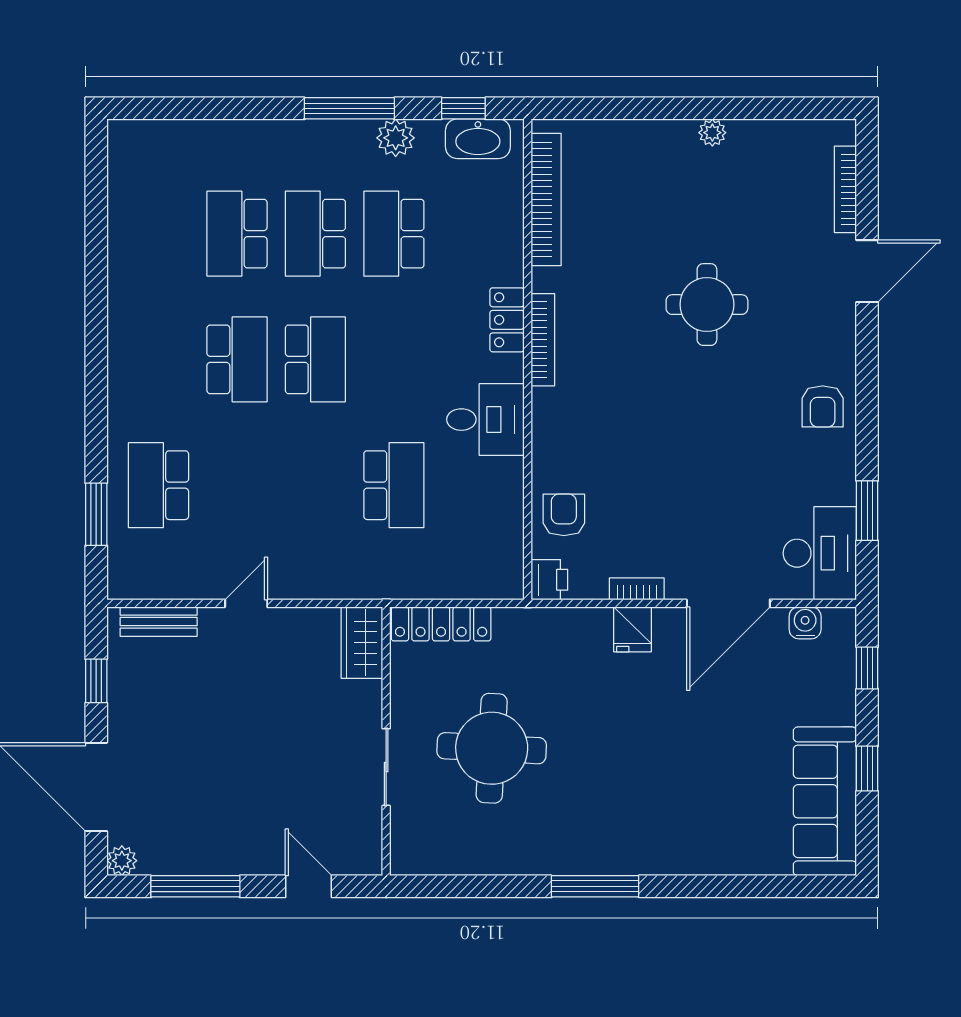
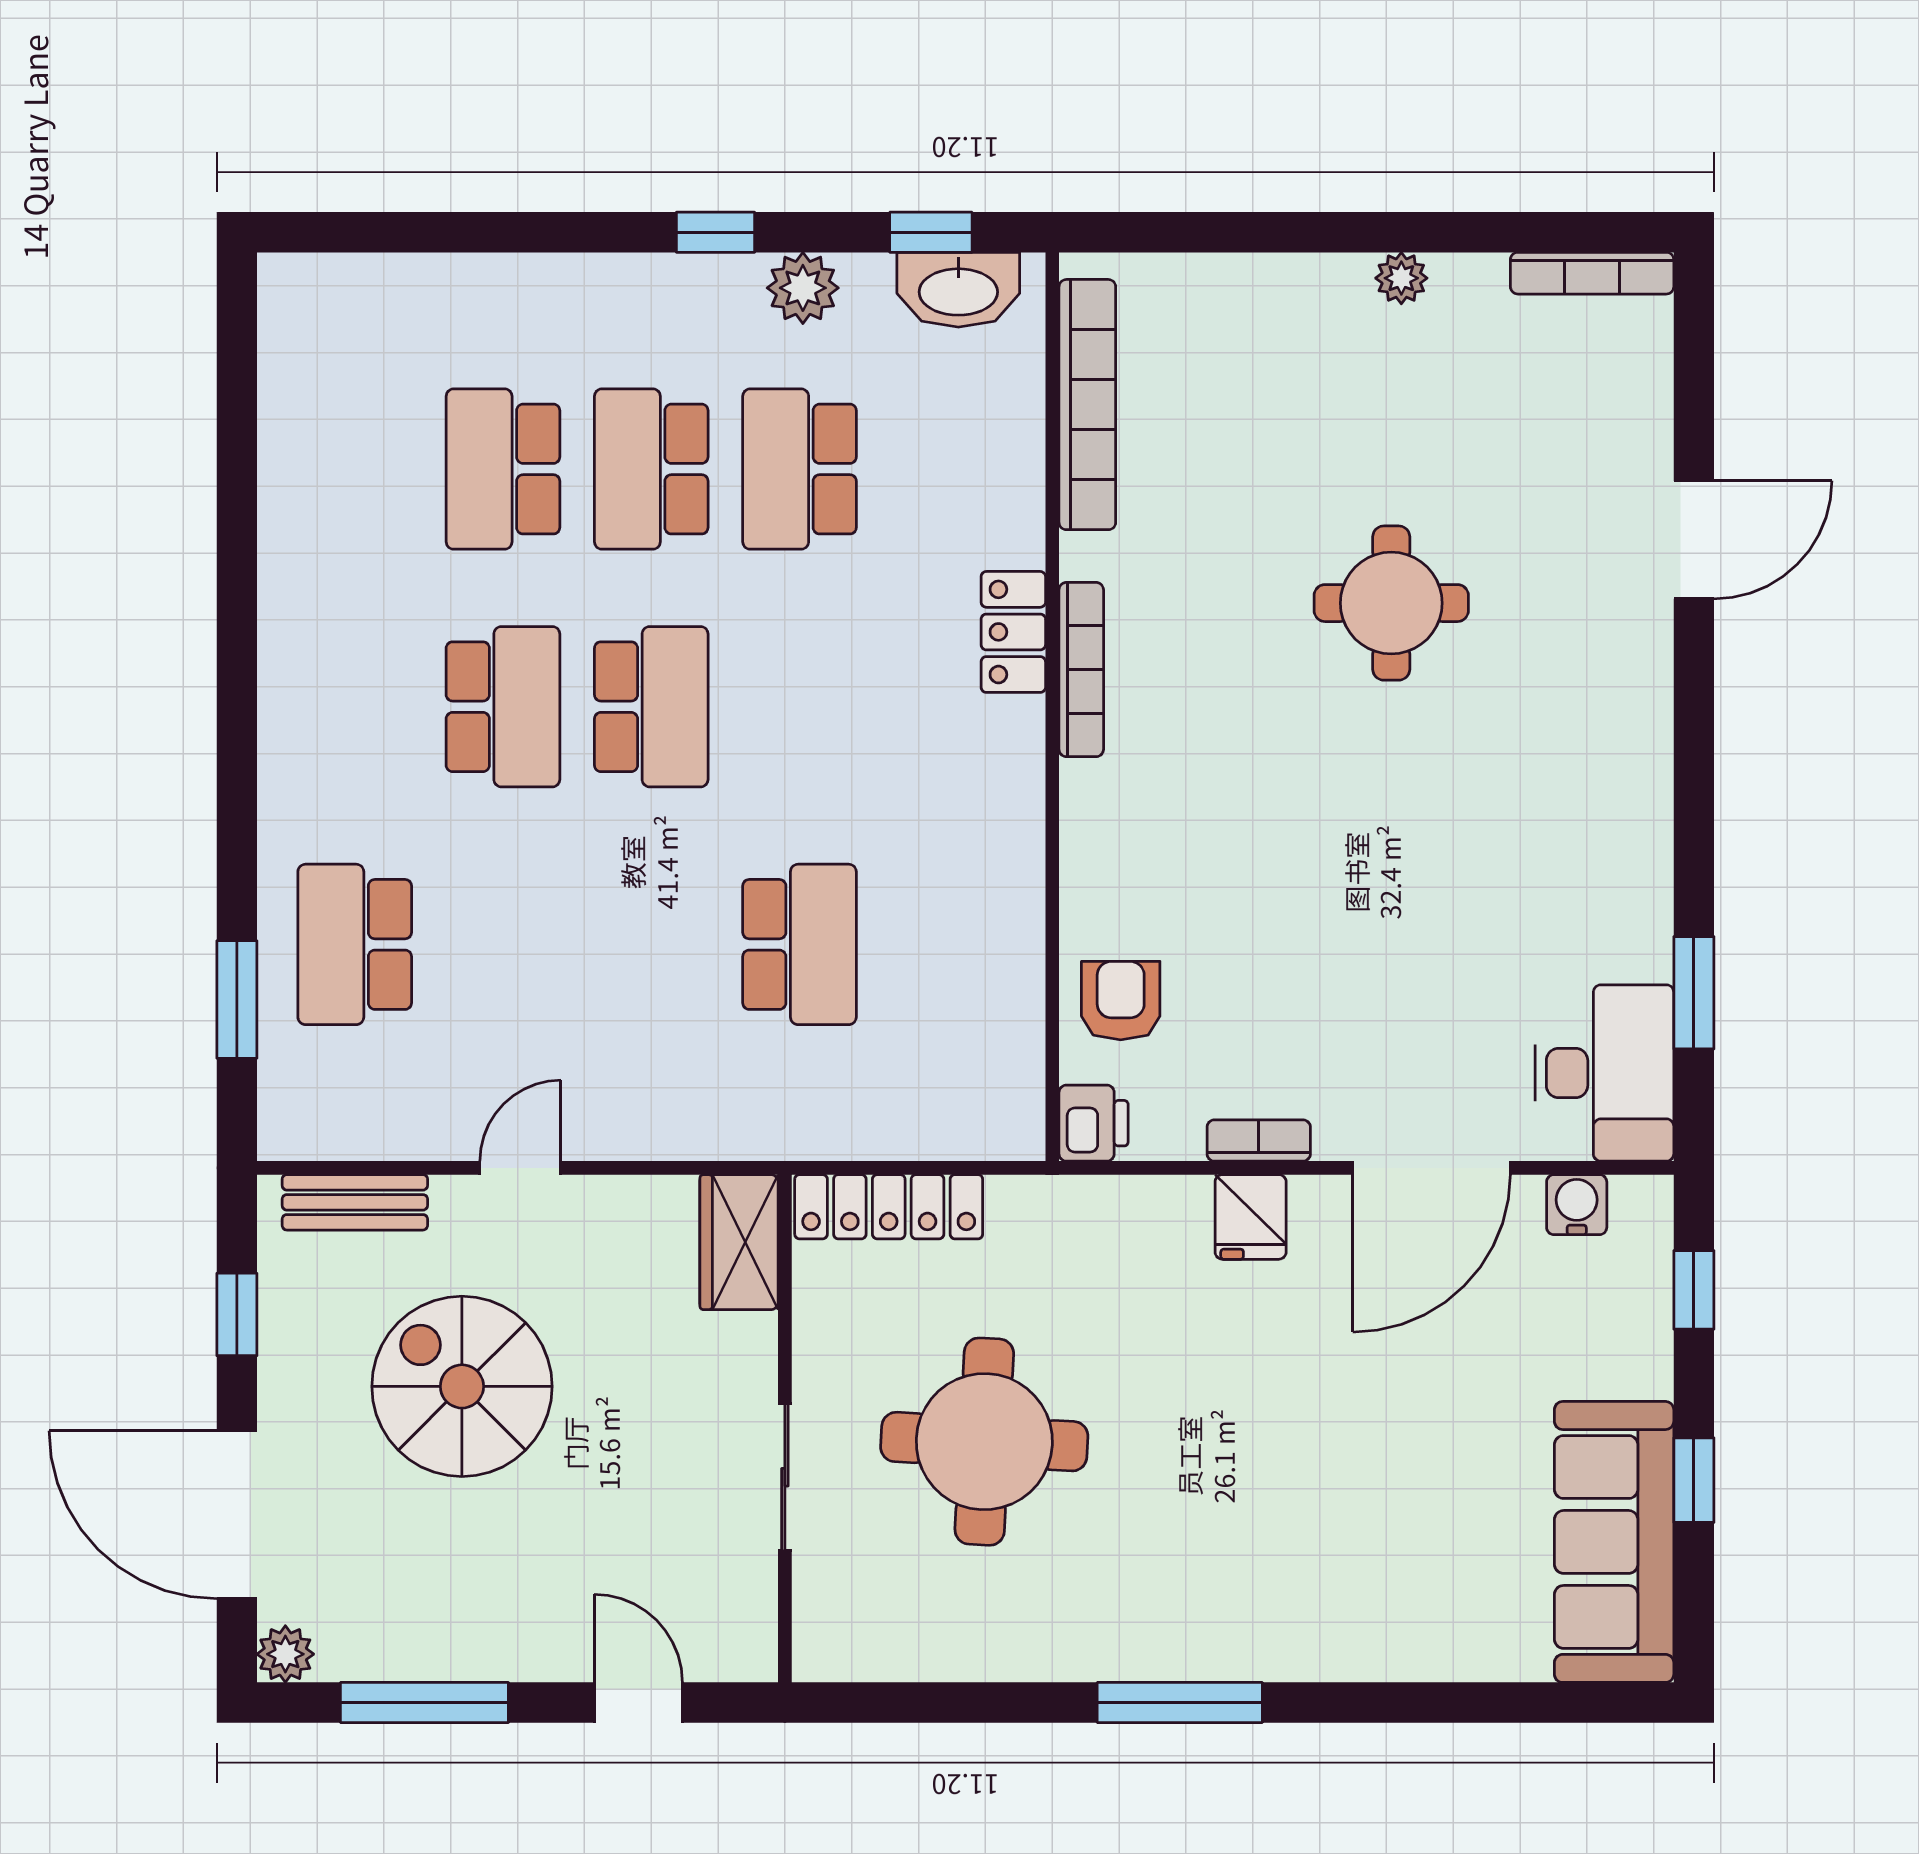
window: (349, 108) -> (715, 232), width x0.46
bookcase: (845, 189) -> (1592, 273), moved, turned -90
armchair: (823, 406) -> (1610, 796), removed
desk: (485, 420) -> (972, 820), removed
spiral stairs: (215, 719) -> (462, 1386), added

